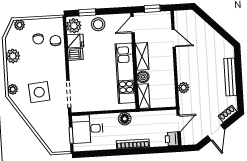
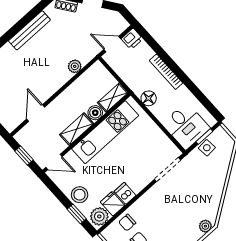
side table: (39, 92) -> (207, 148), moved, width x0.54, depth x0.54

